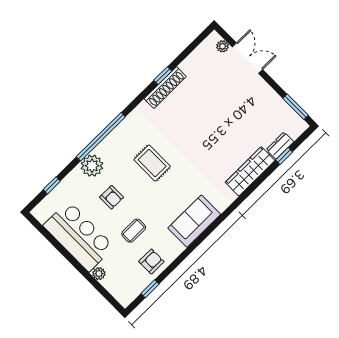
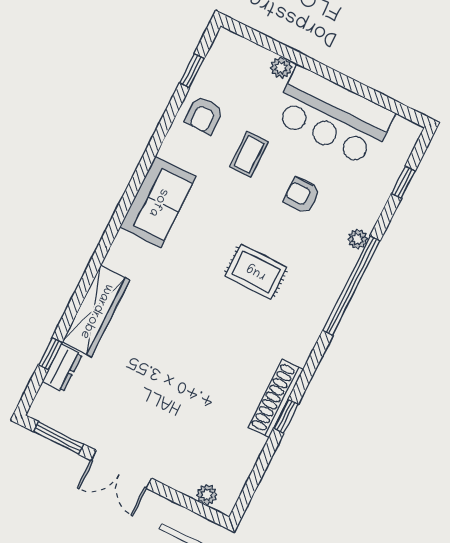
double door: (247, 58) -> (121, 469), moved
plant: (92, 166) -> (358, 239), width x0.53, depth x0.53

